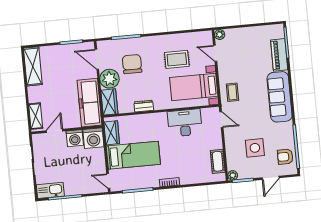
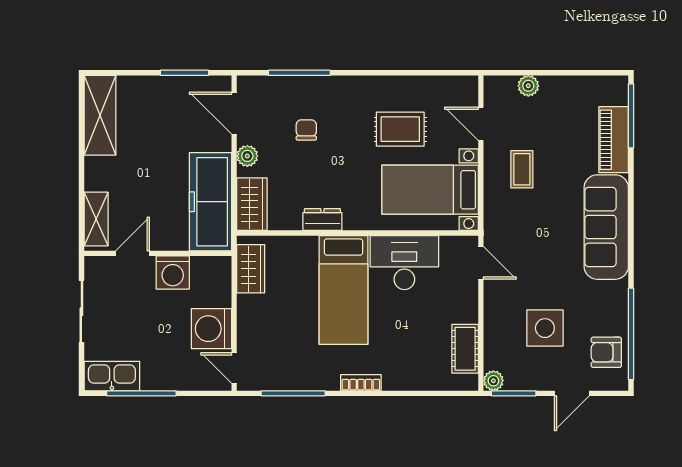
plant: (220, 34) -> (528, 86), moved
chair: (132, 64) -> (306, 130), width x0.54, depth x0.54
plant: (109, 79) -> (247, 156), width x0.53, depth x0.53
coffee table: (232, 92) -> (522, 169), moved
washing machine: (93, 138) -> (211, 329), moved, turned 90
bed: (133, 155) -> (344, 290), moved, turned 90

